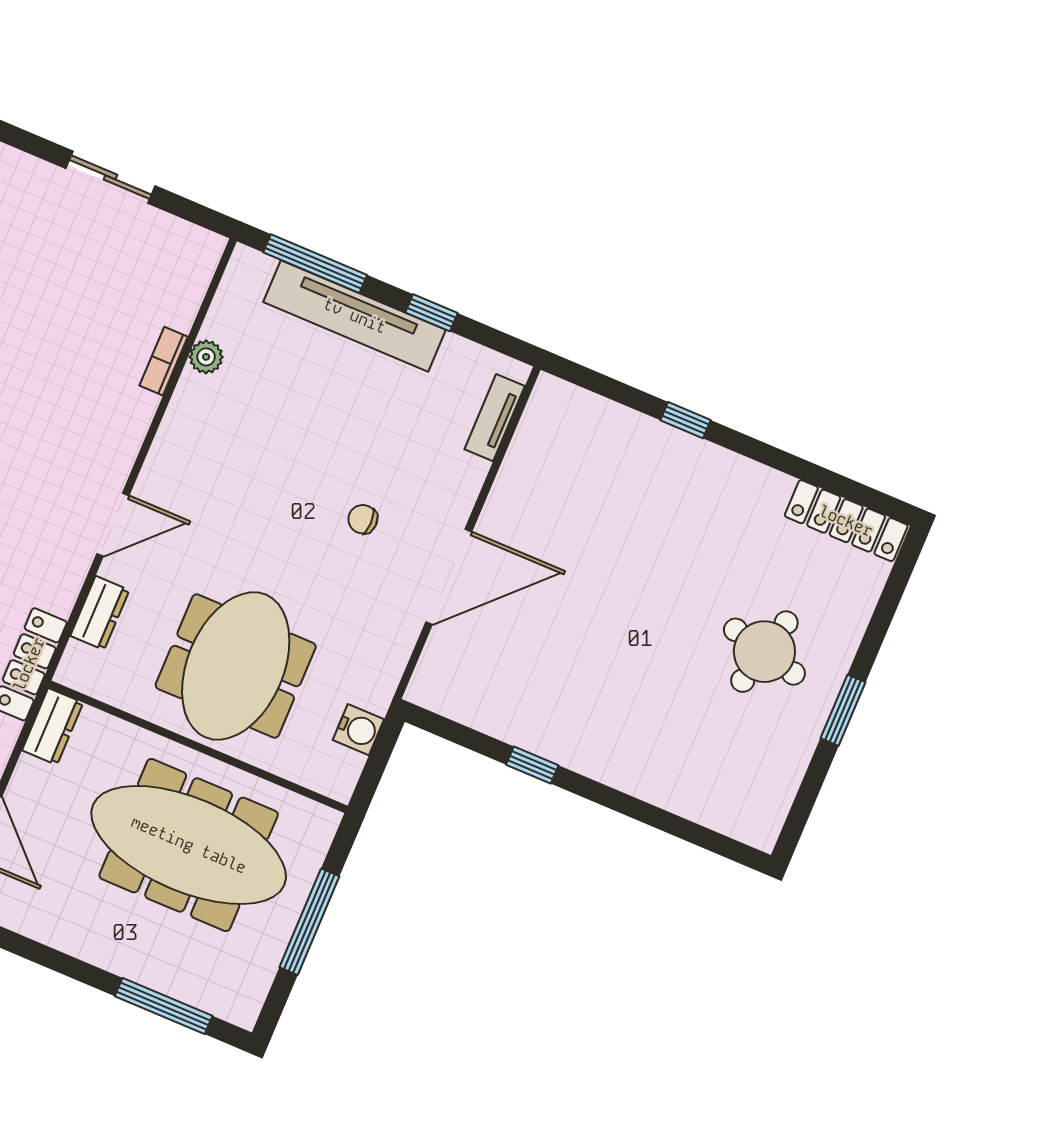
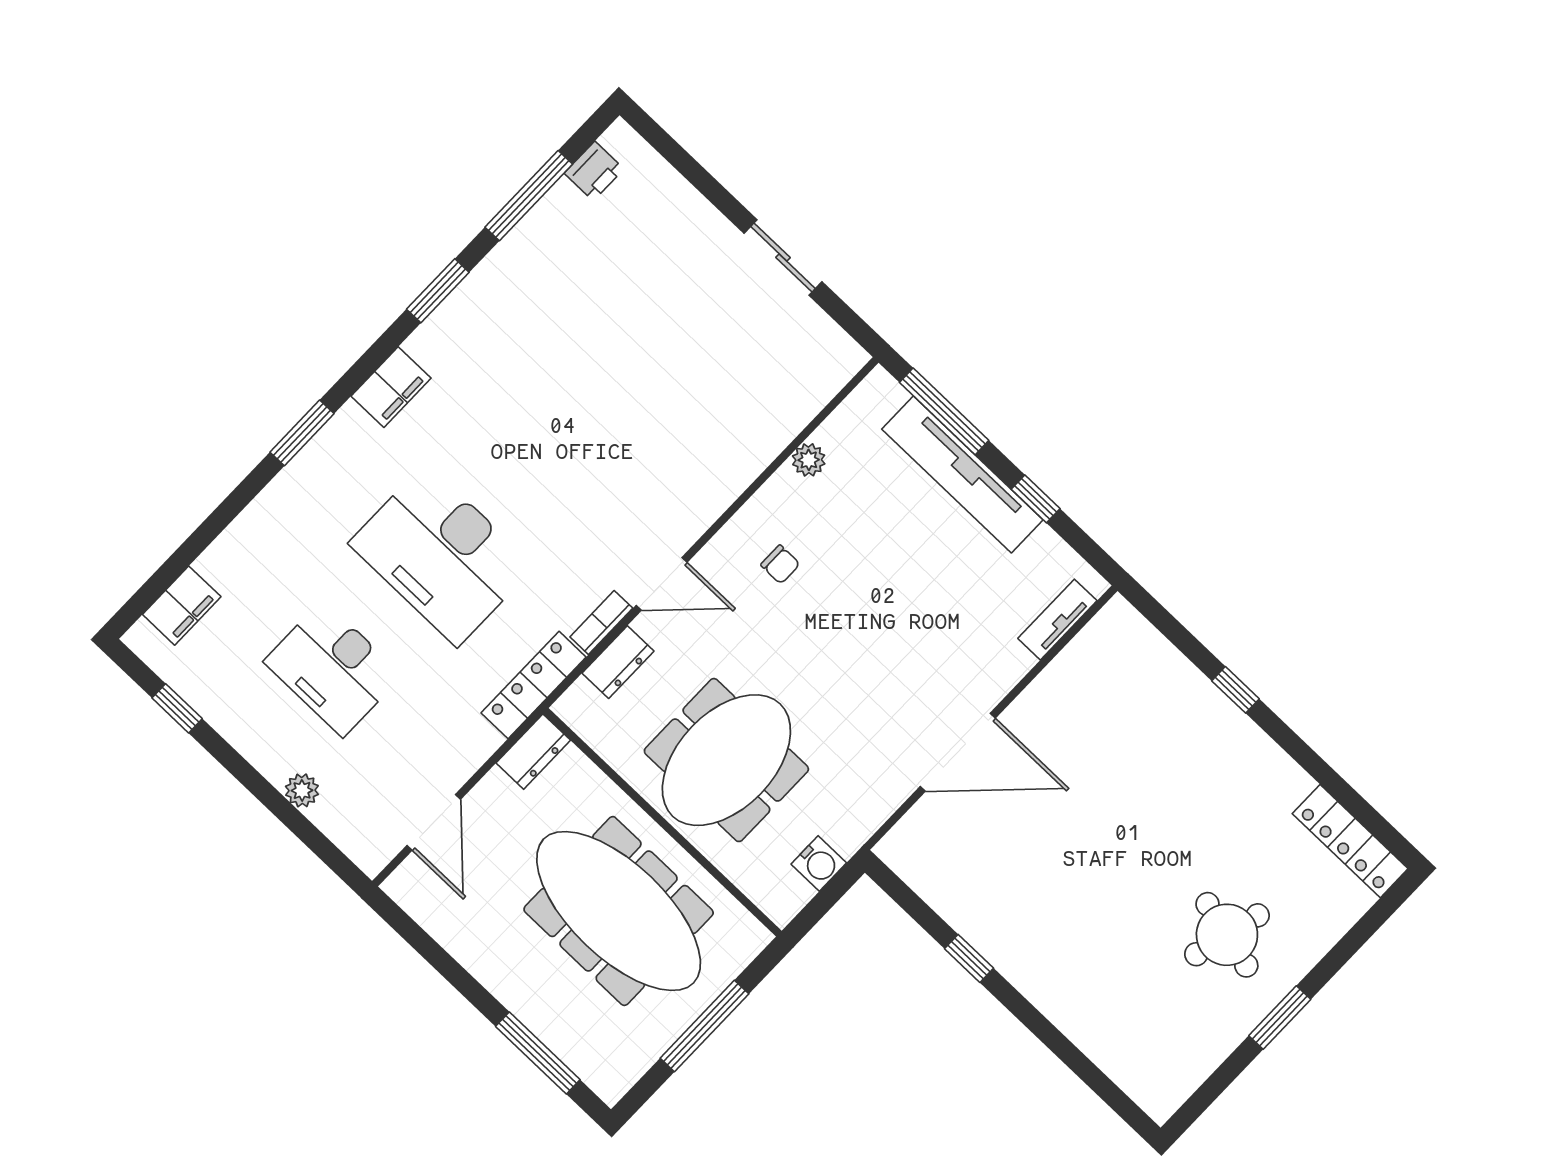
bookcase: (164, 361) -> (601, 623), moved
chair: (363, 519) -> (780, 564), moved, turned 180

